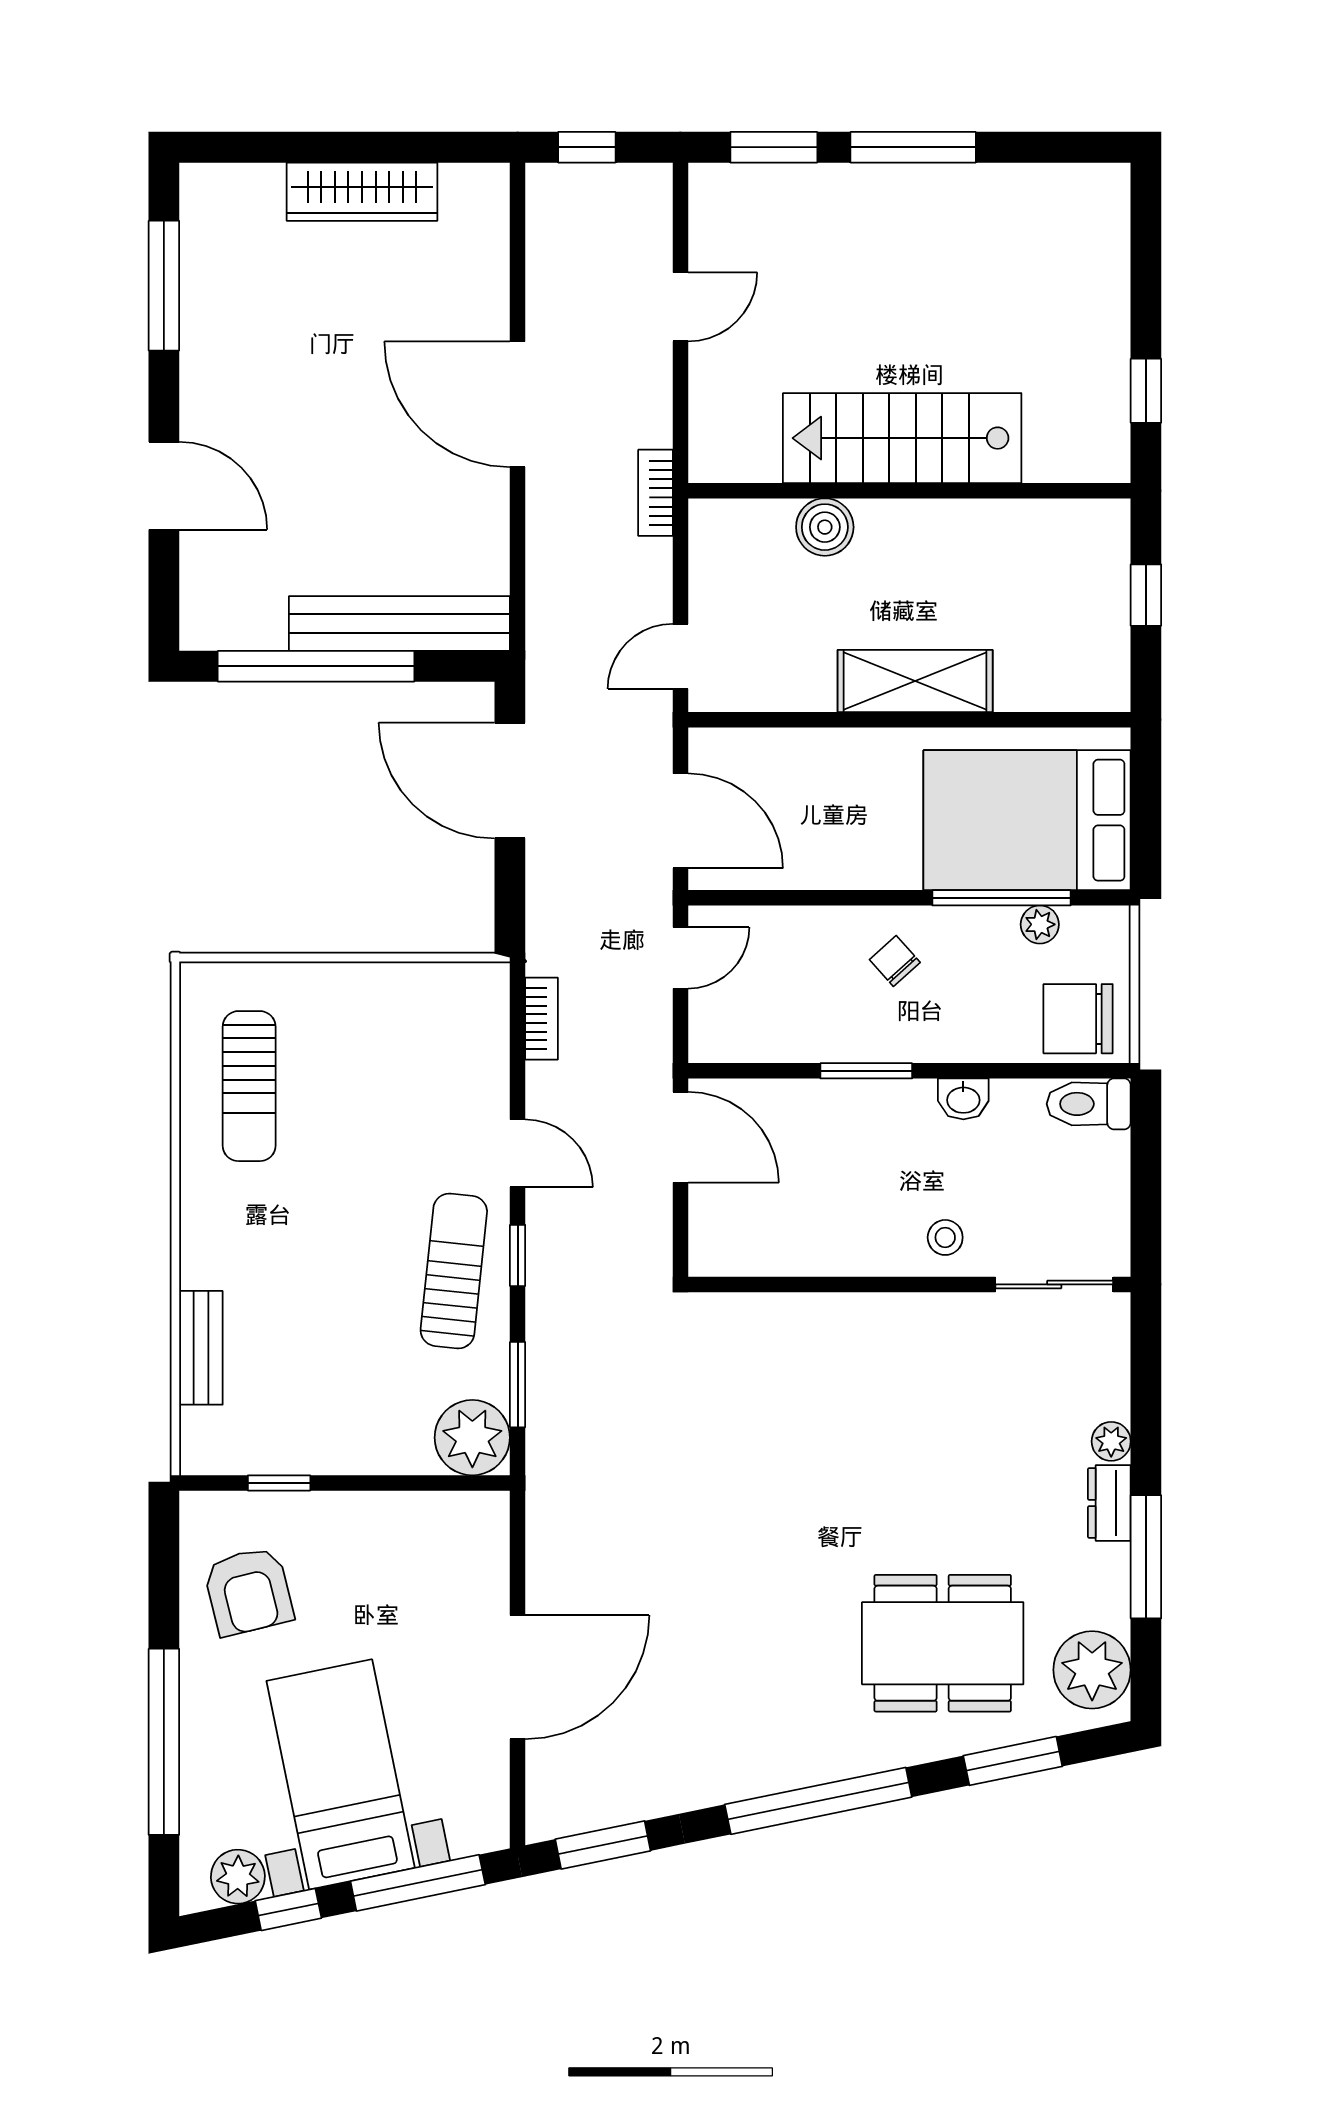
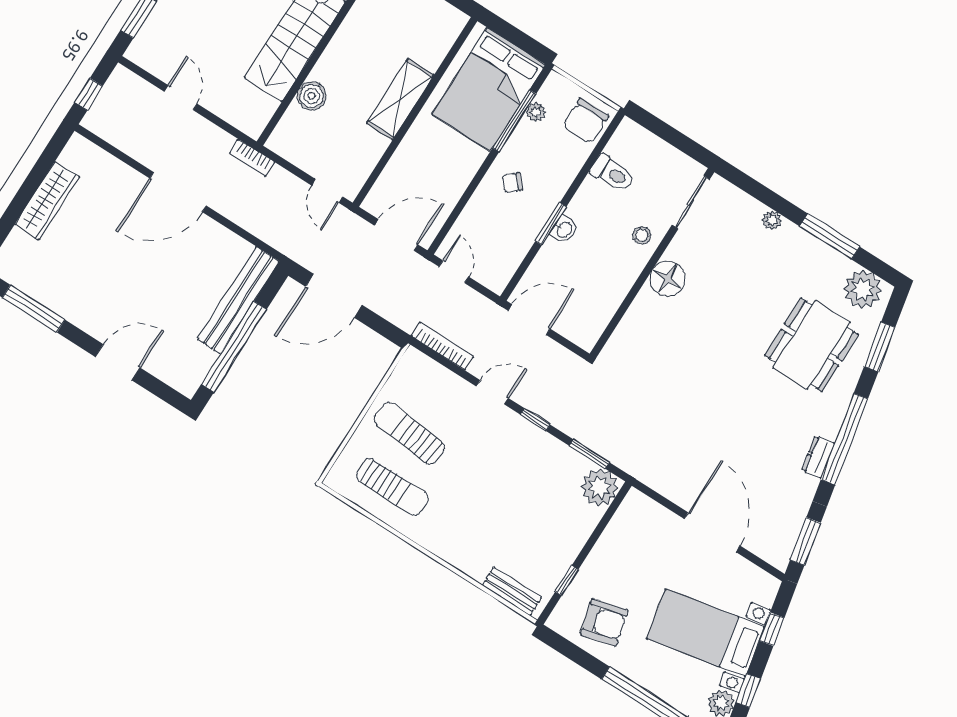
bookcase: (542, 1019) -> (442, 346), width x1.56
washbasin: (963, 1099) -> (564, 230), moved
toilet: (1089, 1104) -> (612, 173), moved, turned -90
sun lounger: (454, 1271) -> (409, 433), moved
floor lamp: (899, 1327) -> (667, 279), added
bench: (201, 1348) -> (512, 591), moved
dresser: (1109, 1503) -> (818, 457), moved, turned 78
window: (418, 1883) -> (772, 629), width x0.46

